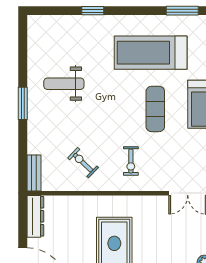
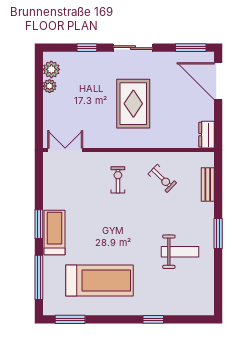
exercise mat: (155, 109) -> (95, 228), removed
bench: (34, 173) -> (208, 185), moved
dresser: (35, 216) -> (207, 135), width x0.70

